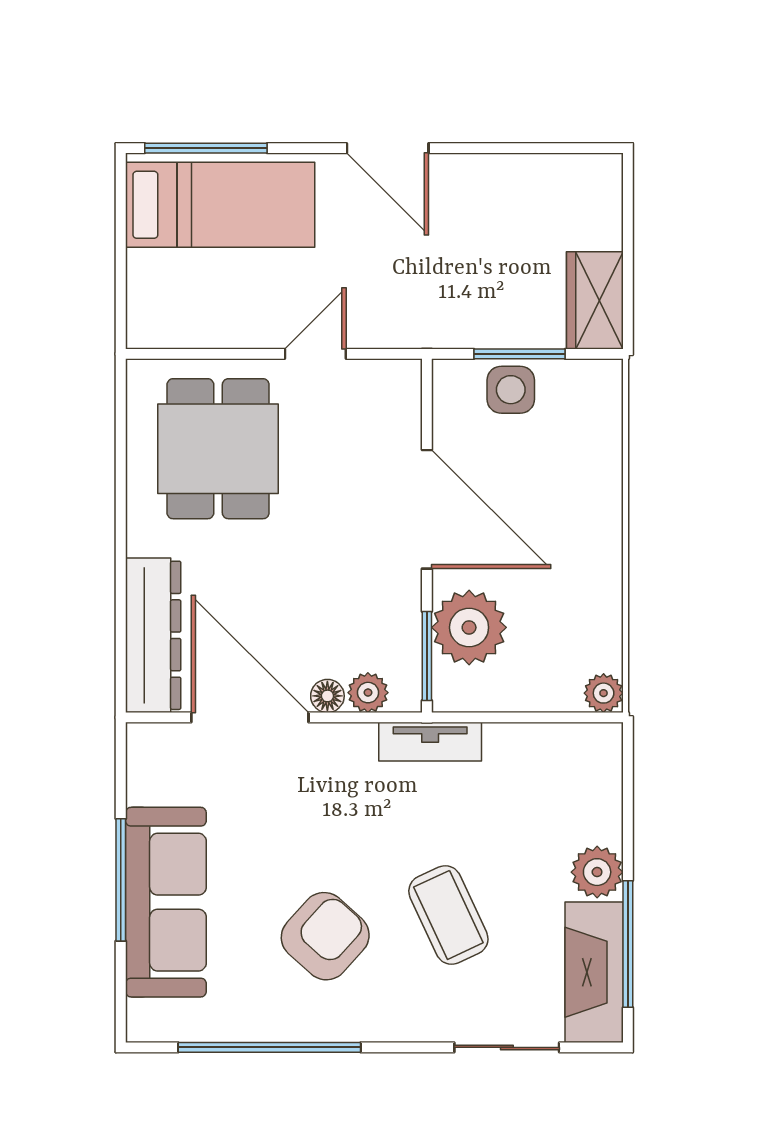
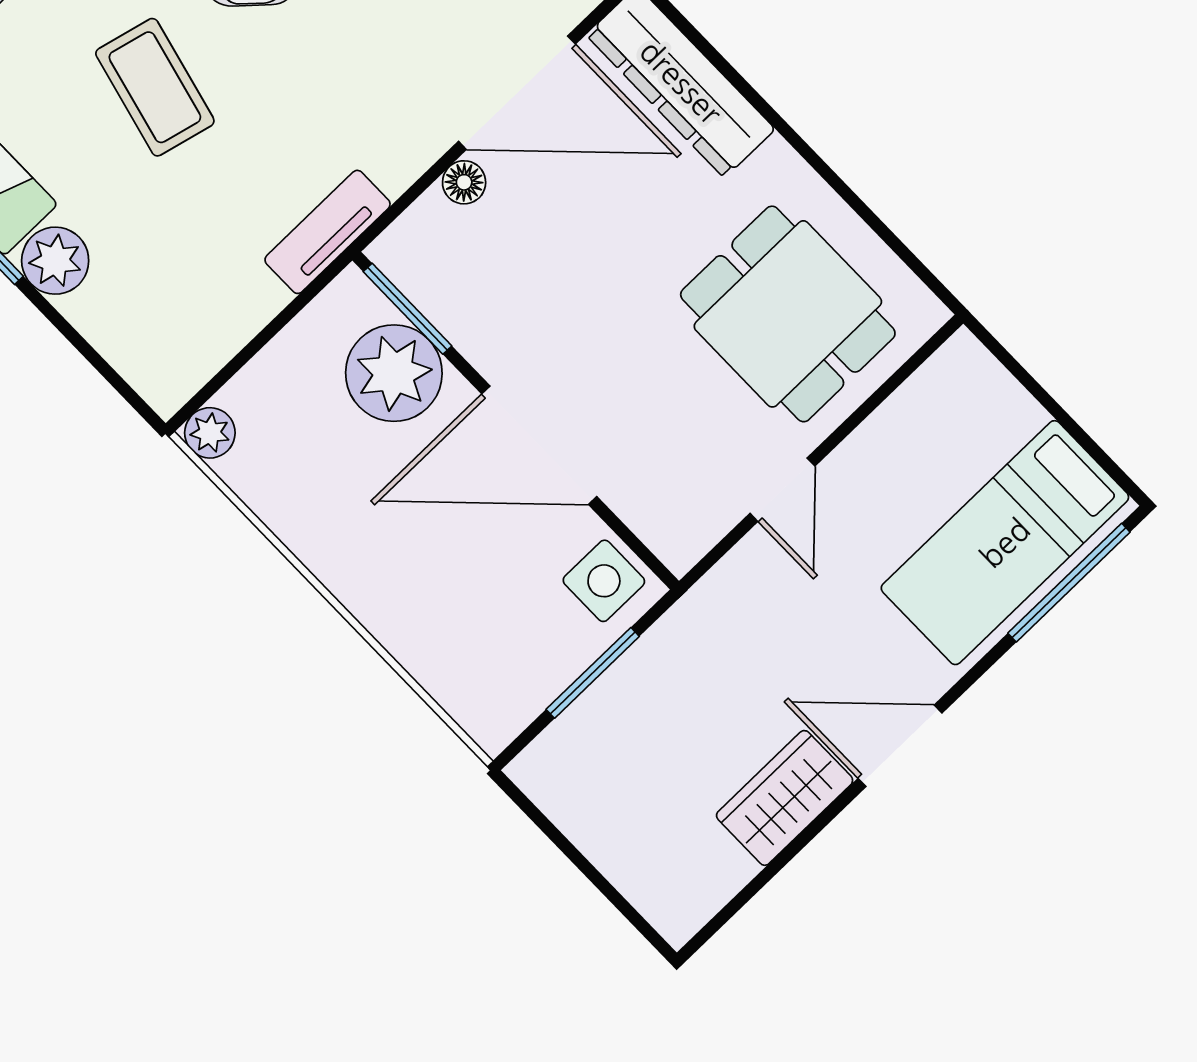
wardrobe: (595, 300) -> (785, 798), moved, turned -90
side table: (511, 390) -> (604, 581), moved
plant: (368, 693) -> (429, 222), removed
coffee table: (448, 915) -> (155, 87), turned 39

